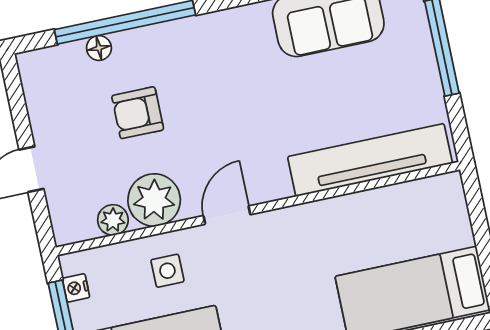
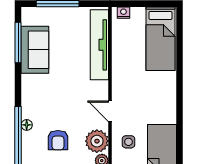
floor lamp: (99, 48) -> (27, 125), moved
nightstand: (453, 198) -> (123, 13), added

